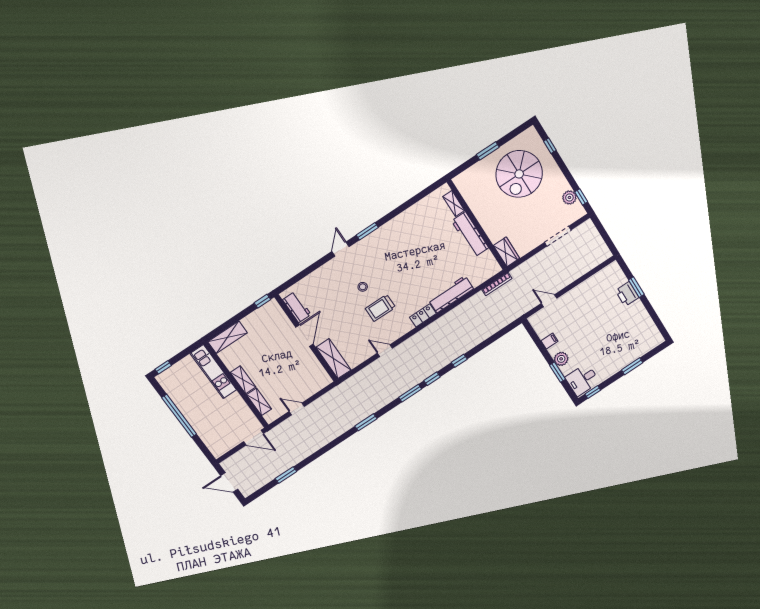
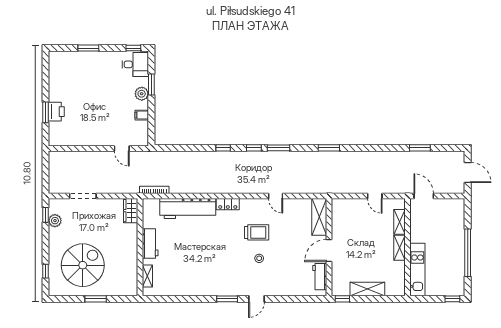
workbench: (470, 234) -> (150, 243), width x0.73
workbench: (451, 294) -> (188, 209), width x1.36, depth x1.32
shelving: (228, 337) -> (367, 289), moved

